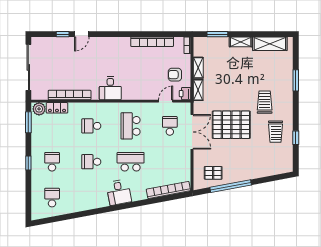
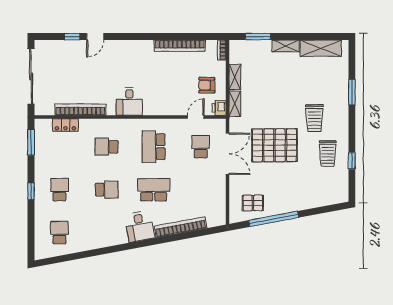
trolley: (265, 102) -> (314, 118), turned 180
plant: (39, 109) -> (44, 126), removed
school desk: (91, 162) -> (107, 190), turned 180
bookcase: (168, 190) -> (180, 227), moved

